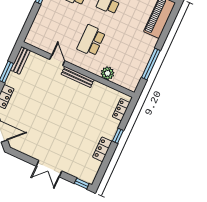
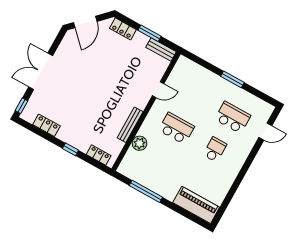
bench: (78, 77) -> (130, 125), moved
locker: (102, 149) -> (47, 125), moved
double door: (49, 169) -> (41, 71), width x1.37

